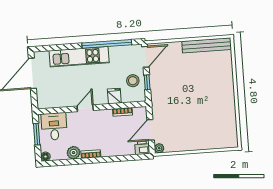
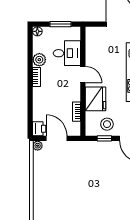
fridge: (114, 96) -> (96, 99), width x1.88, depth x1.34
desk: (54, 126) -> (67, 53), moved

